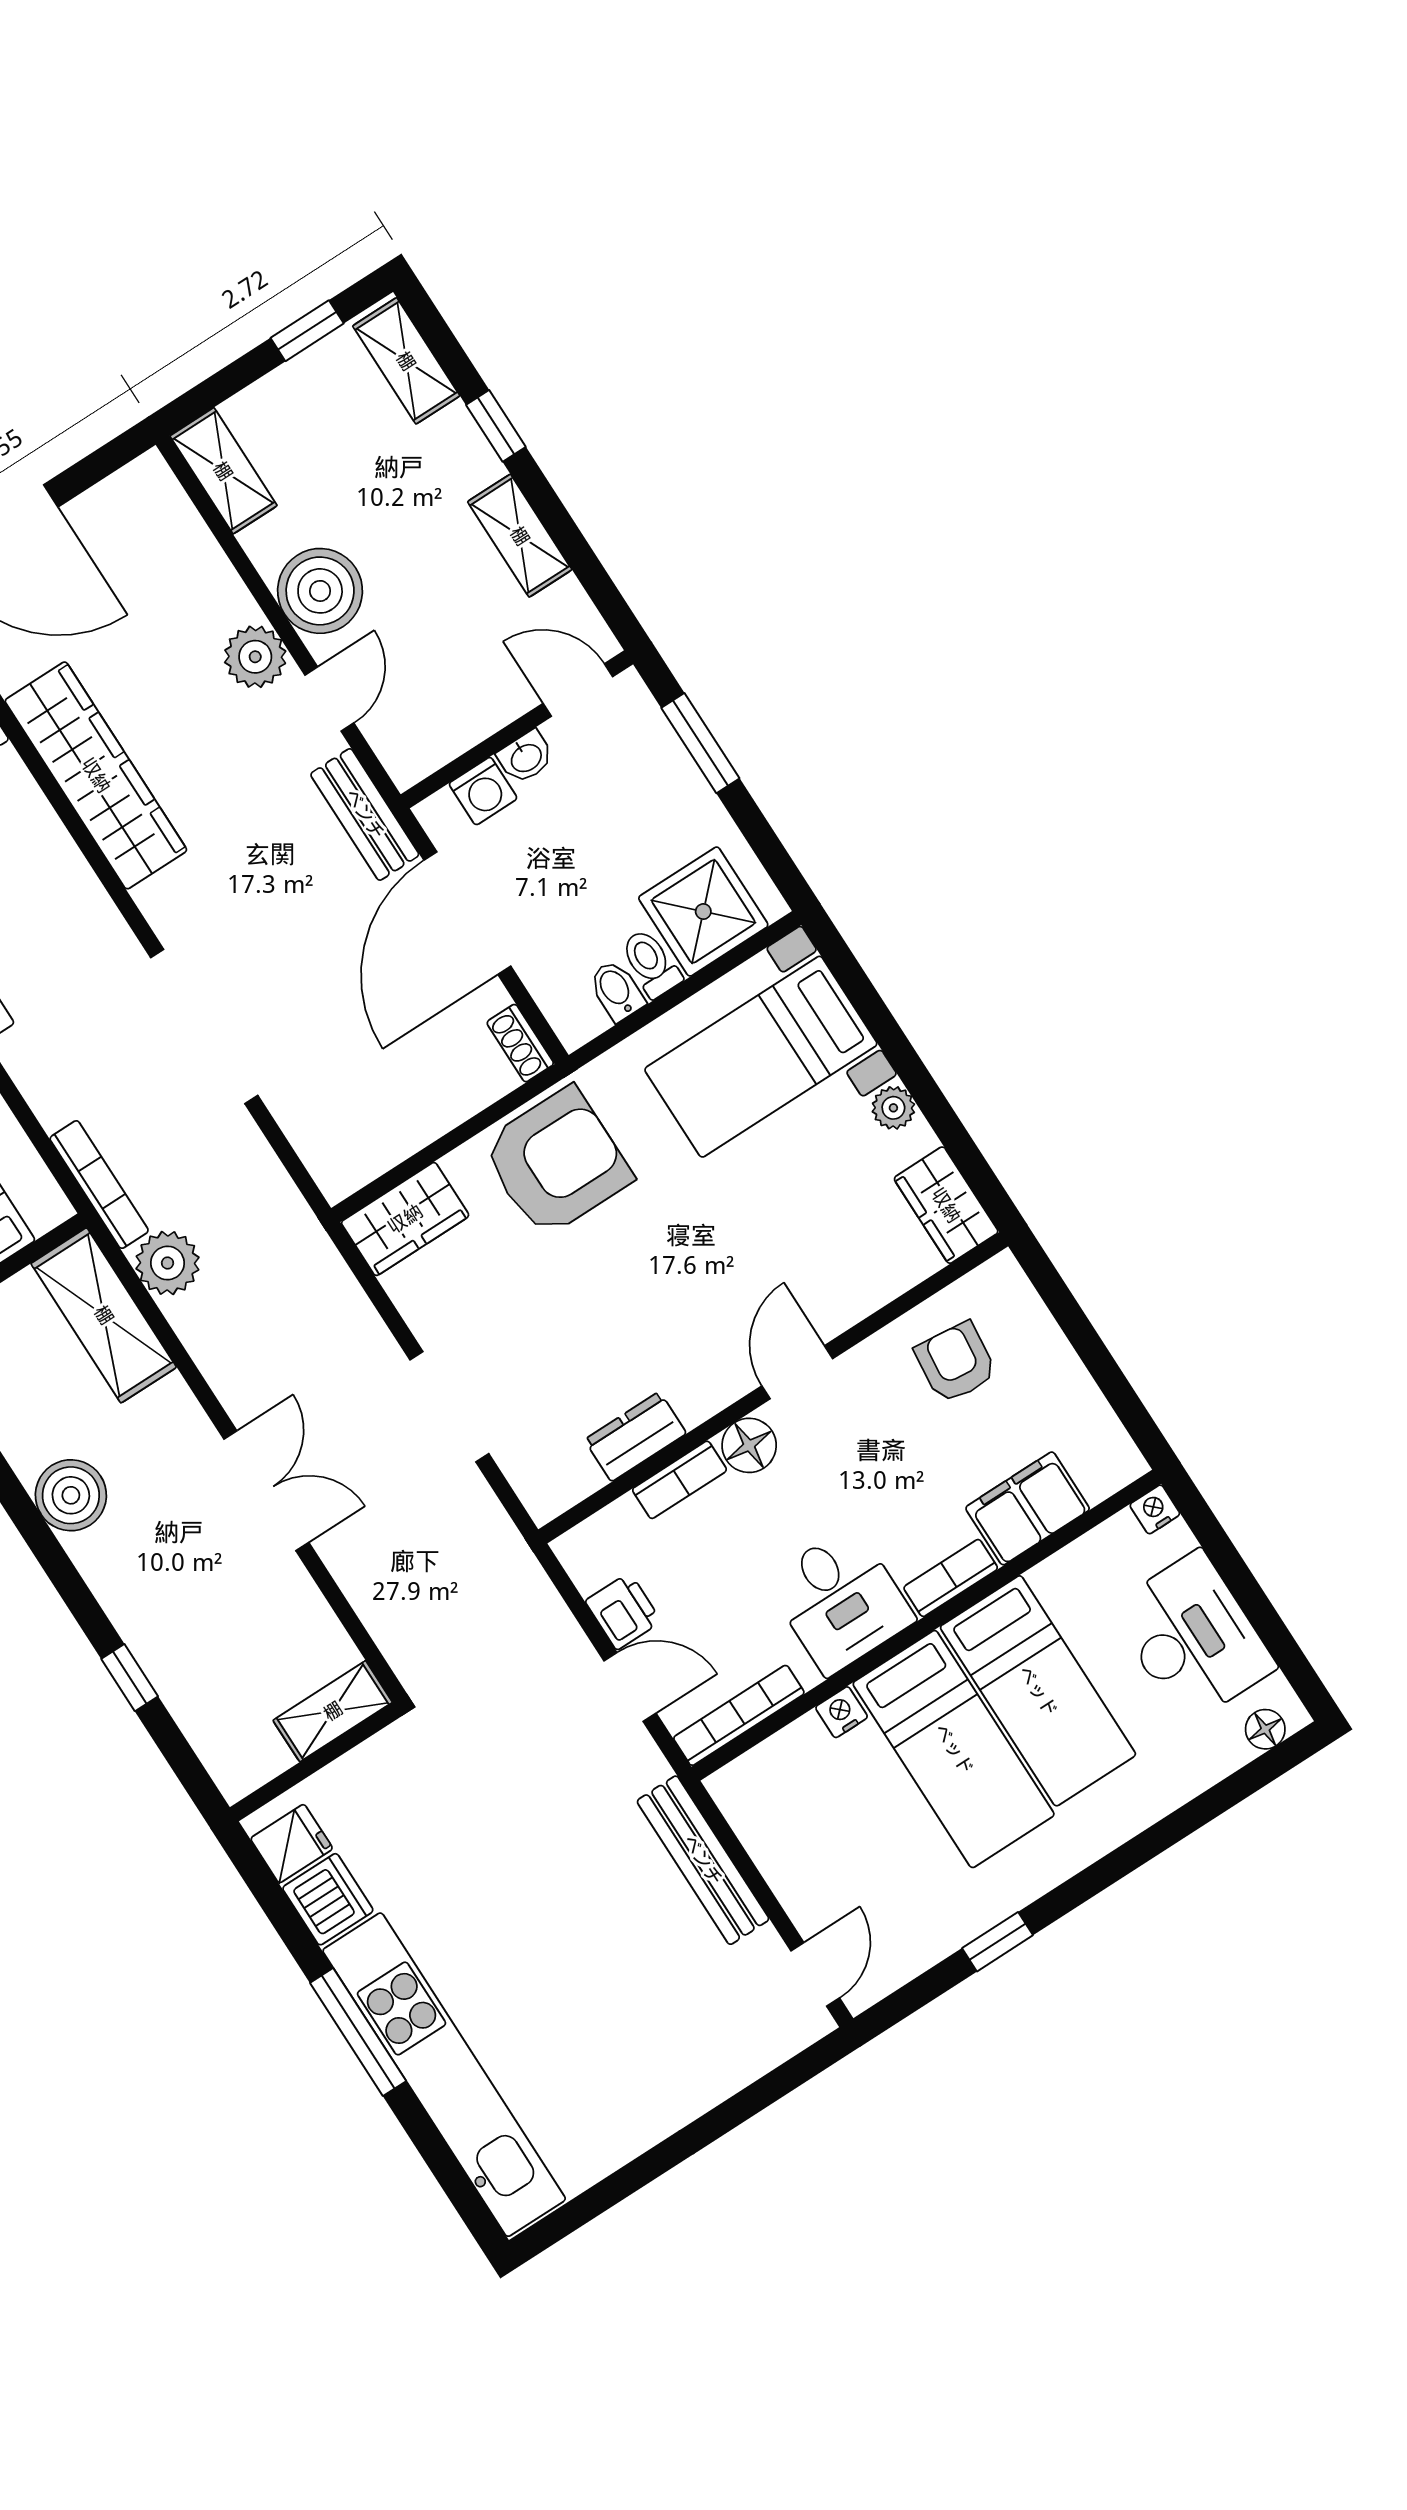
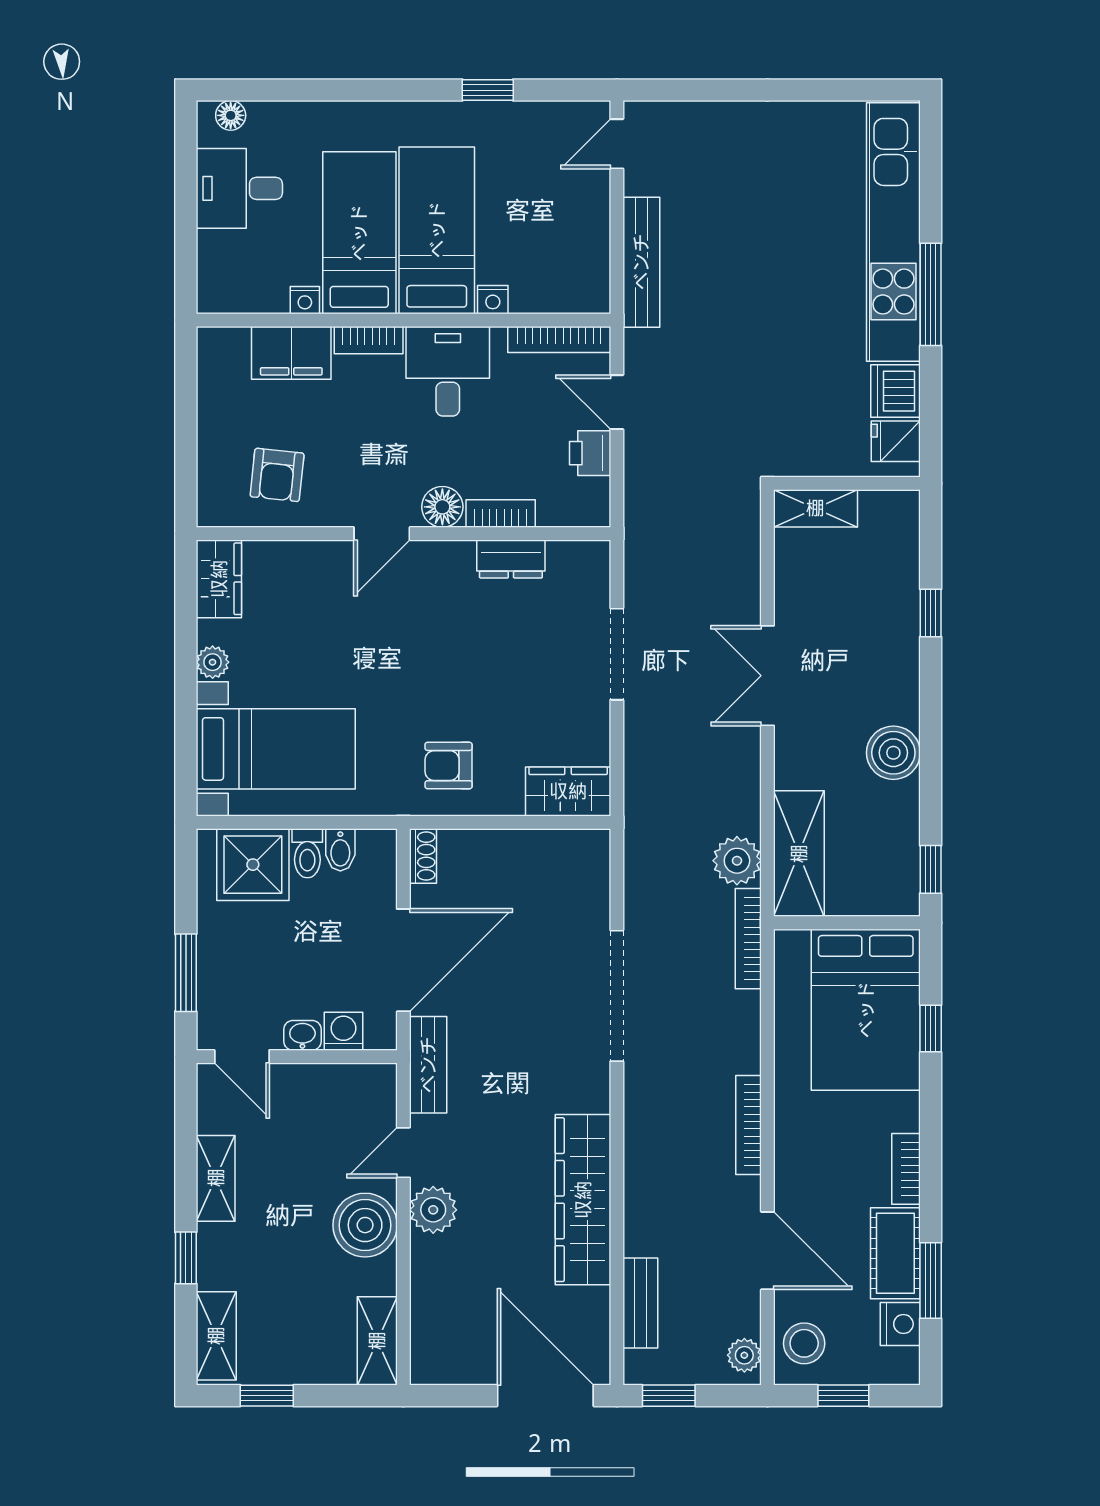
armchair: (557, 1162) -> (449, 766), width x0.53, depth x0.53
nightstand: (1155, 1509) -> (305, 300), moved
desk: (1193, 1638) -> (239, 188), width x0.73

